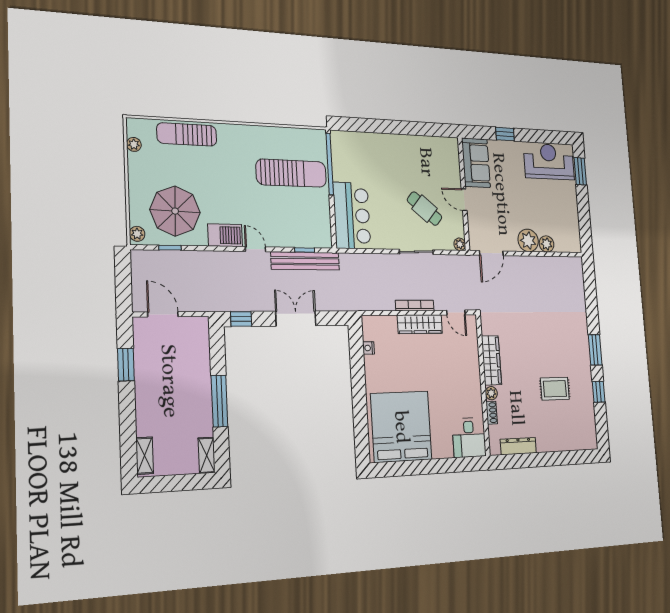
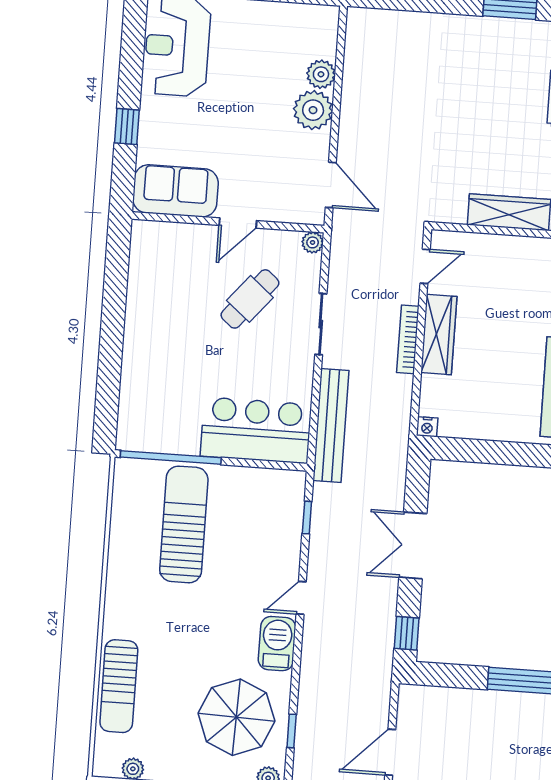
bench: (305, 261) -> (331, 426), moved
nightstand: (368, 348) -> (427, 427), moved

